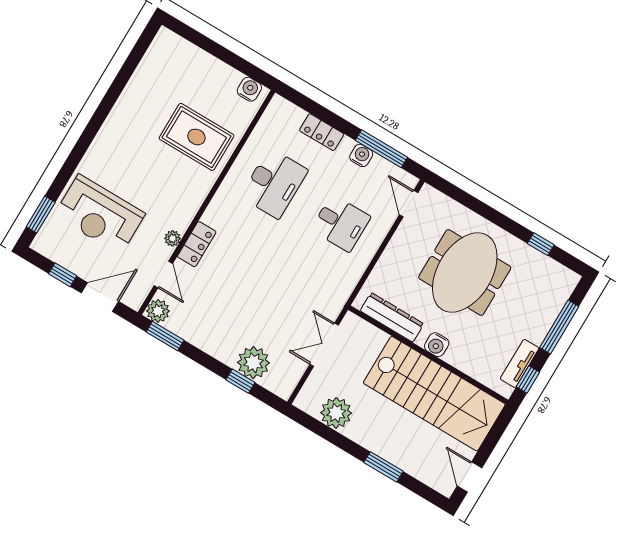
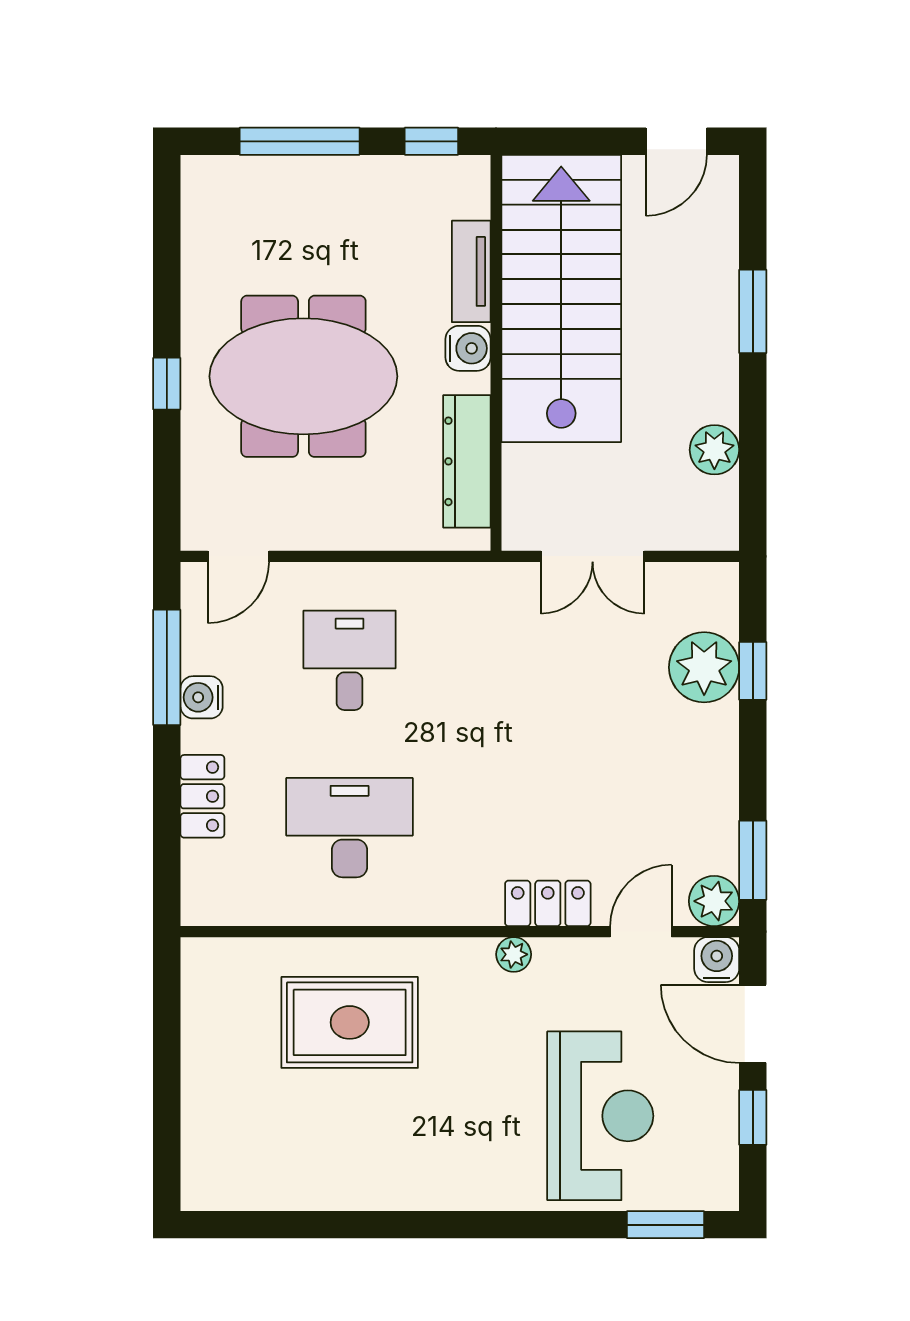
water cooler: (249, 89) -> (717, 960), moved, turned 90
rug: (197, 137) -> (350, 1022), turned 90
plant: (173, 238) -> (514, 954), moved
window: (541, 244) -> (167, 384), moved
tv unit: (520, 363) -> (471, 271), moved, turned 90
plant: (336, 413) -> (714, 450), width x0.73, depth x0.73

